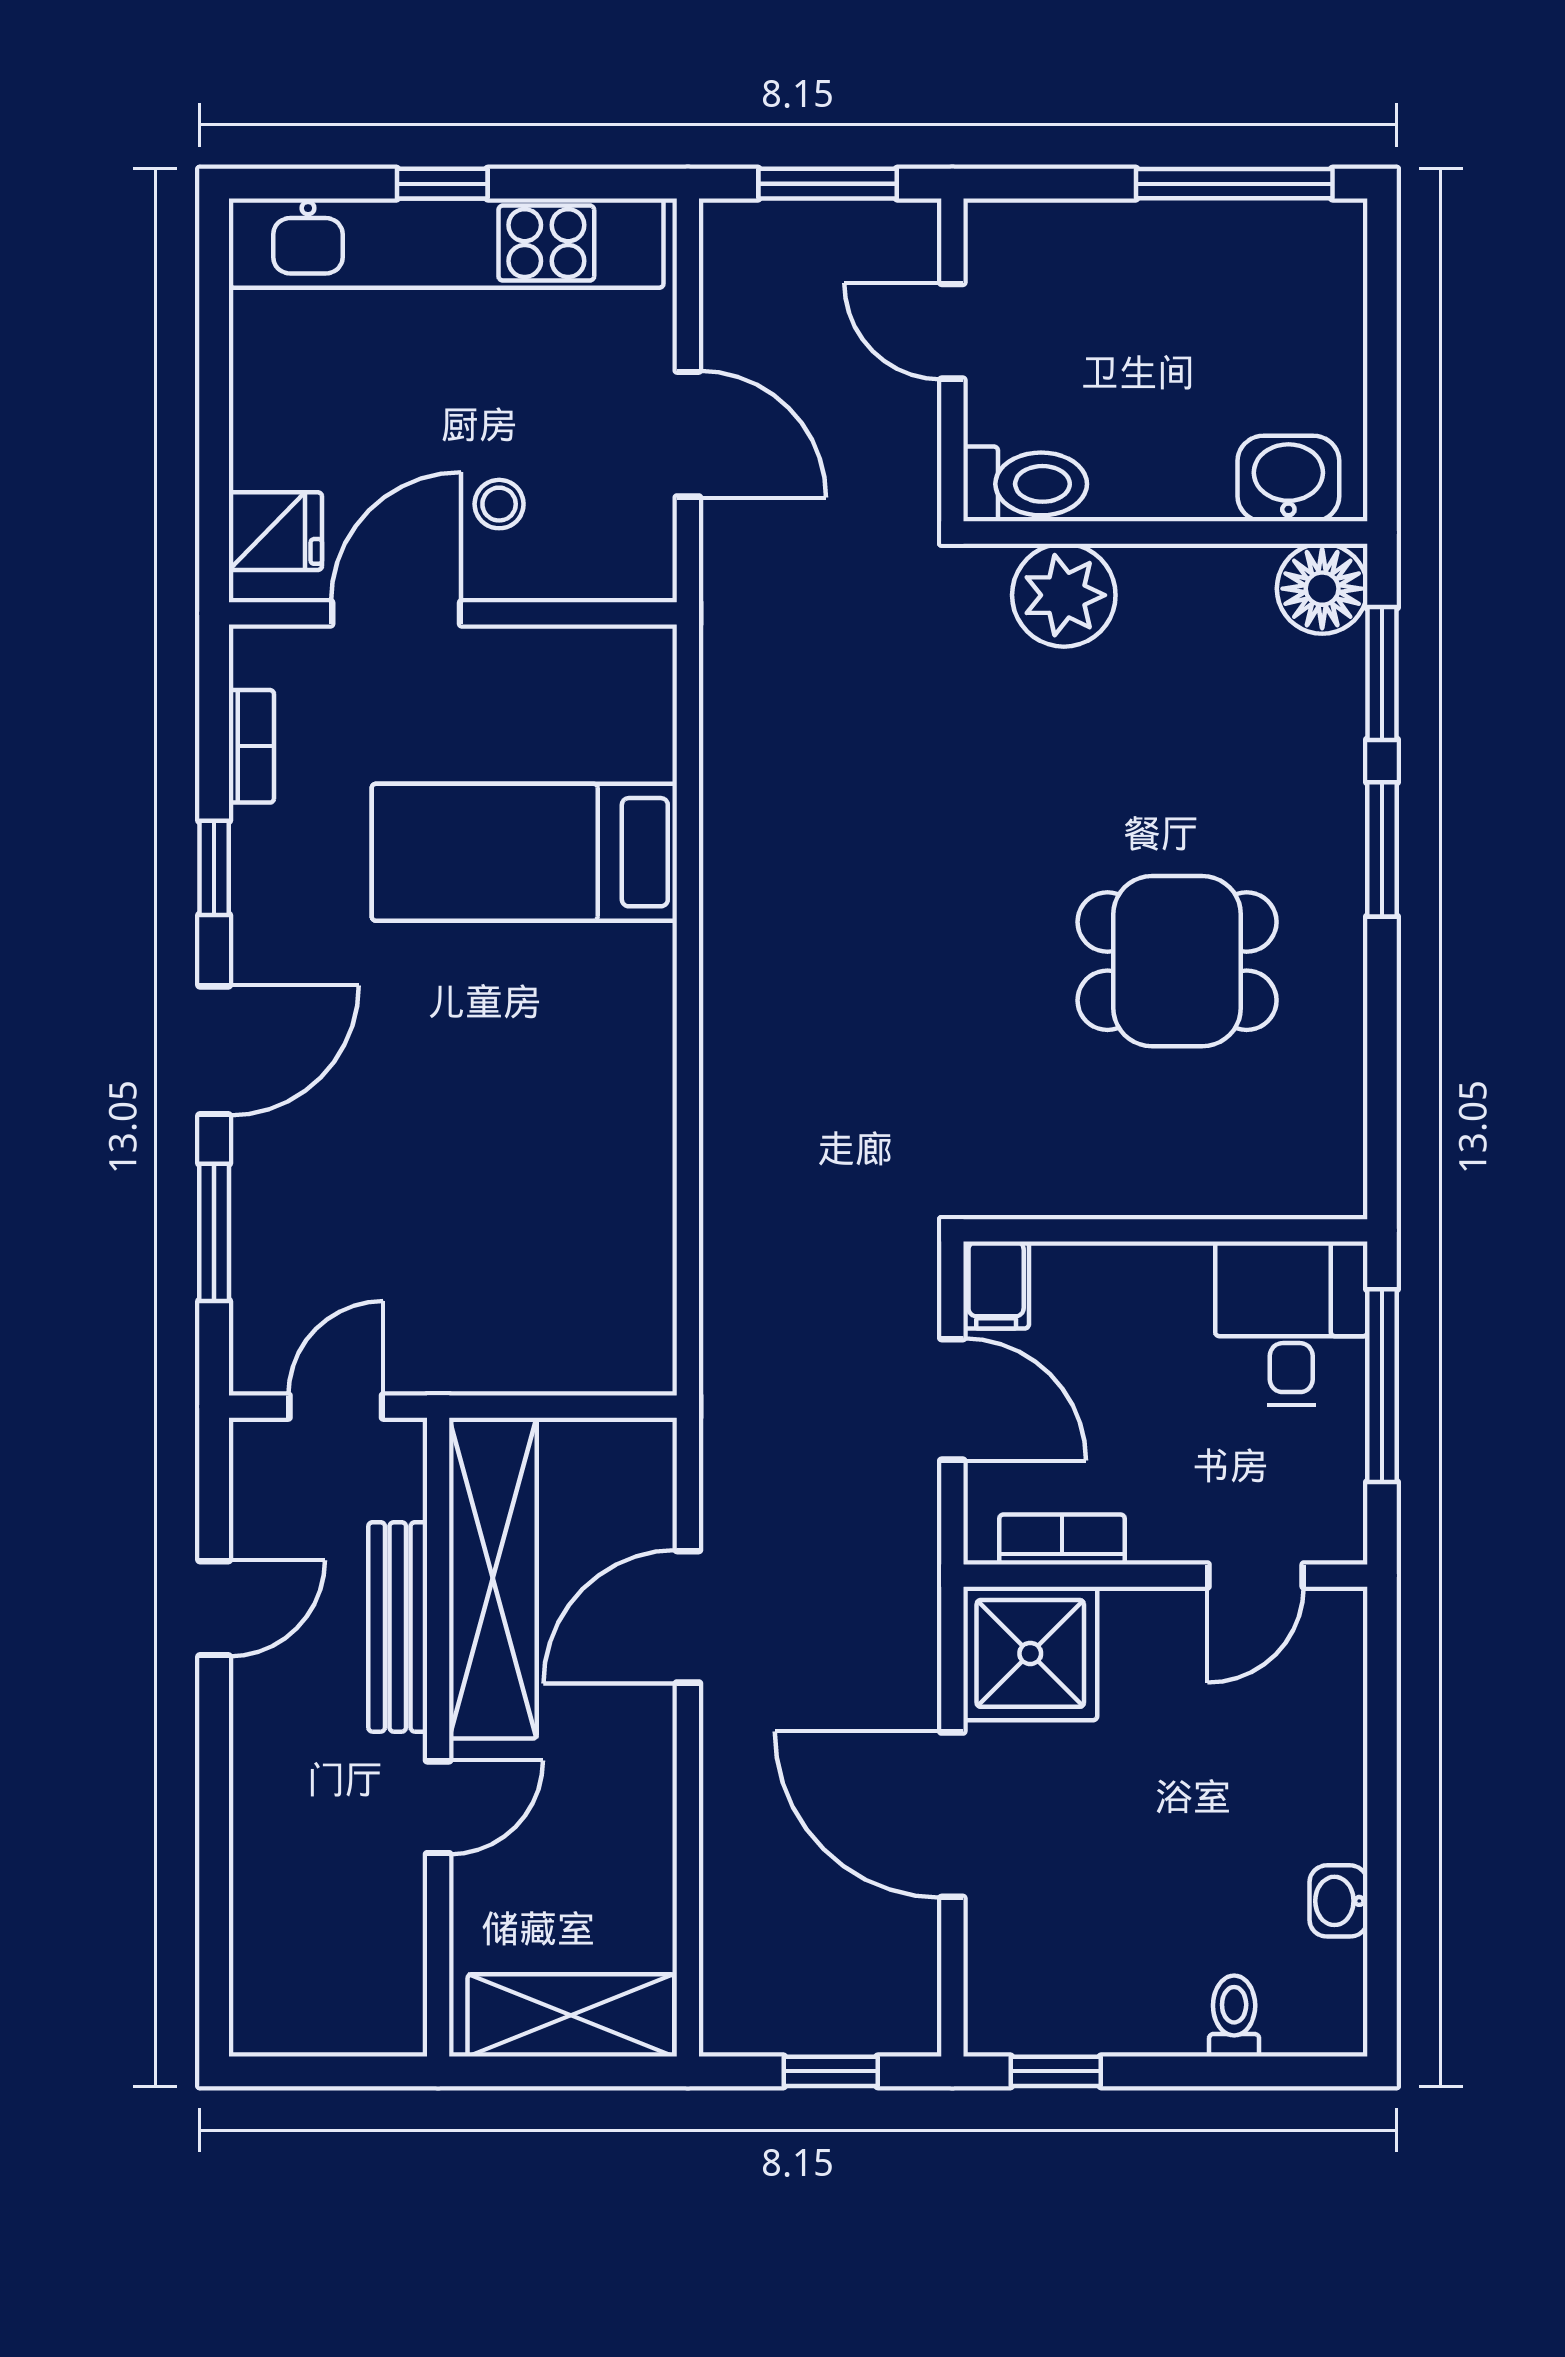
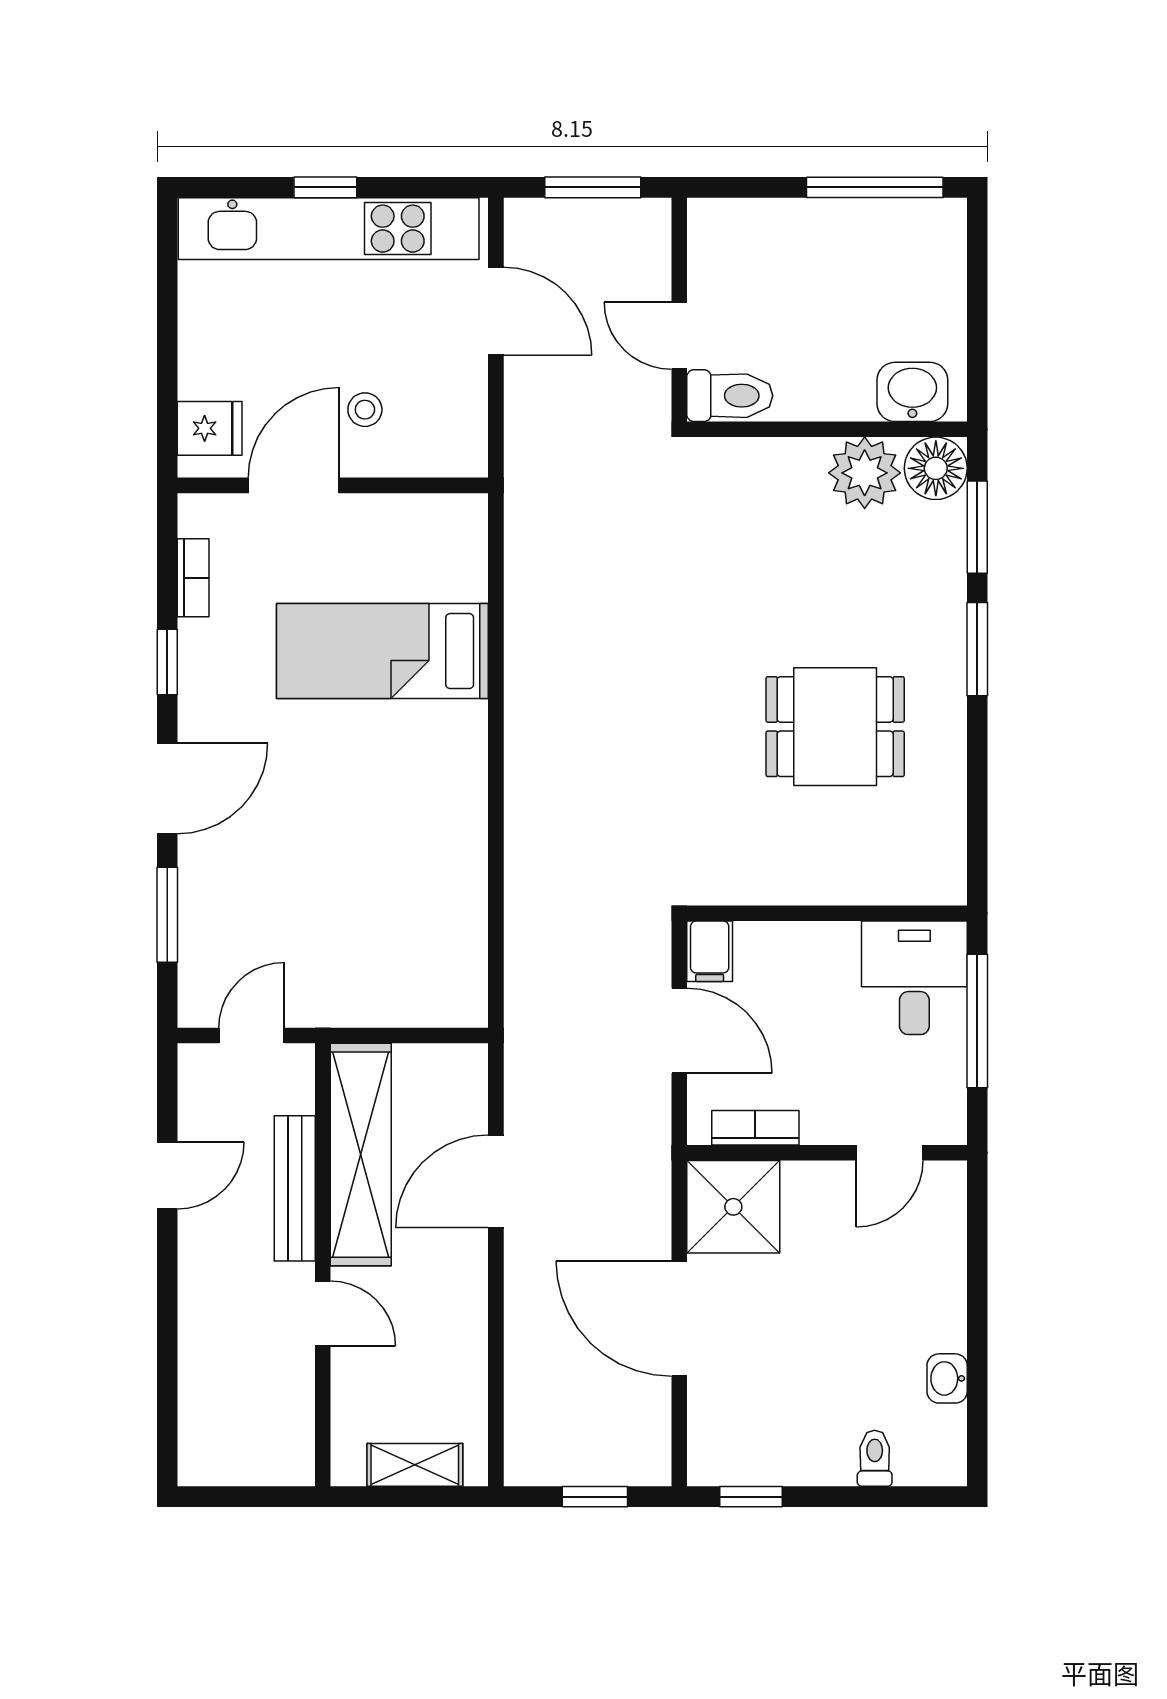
door: (952, 331) -> (679, 336), moved
door: (688, 434) -> (496, 311), moved
plant: (1064, 595) -> (865, 473), moved
door: (438, 1807) -> (323, 1314), hinge flipped
shelving: (571, 2015) -> (415, 1465), width x0.67, depth x0.75

